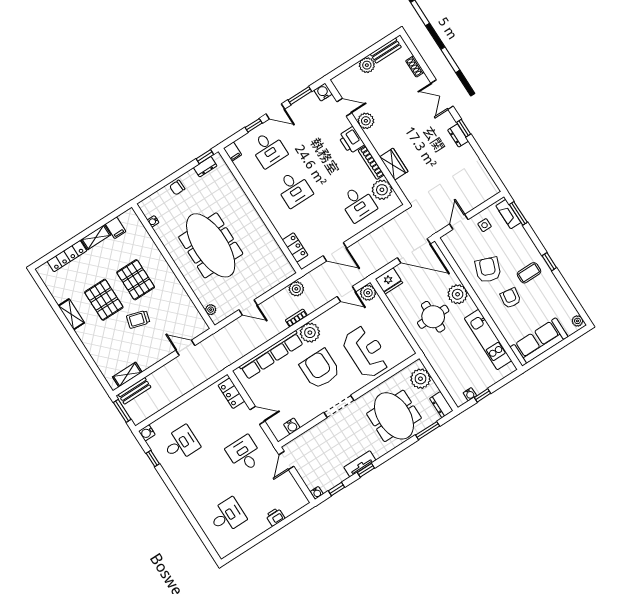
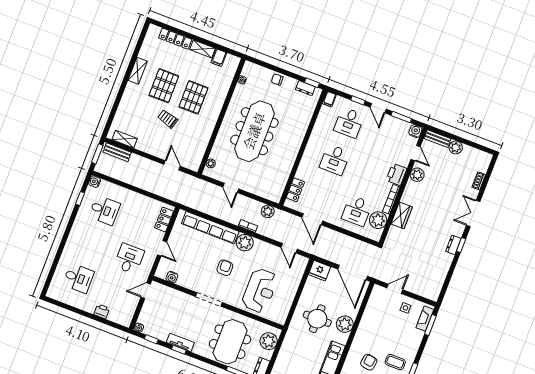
bench: (386, 51) -> (437, 139), moved
armchair: (488, 270) -> (377, 333), removed
plant: (368, 293) -> (301, 262), removed
armchair: (320, 369) -> (225, 268), width x0.53, depth x0.53

